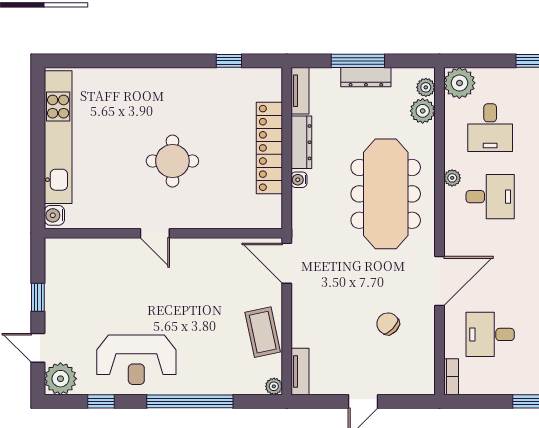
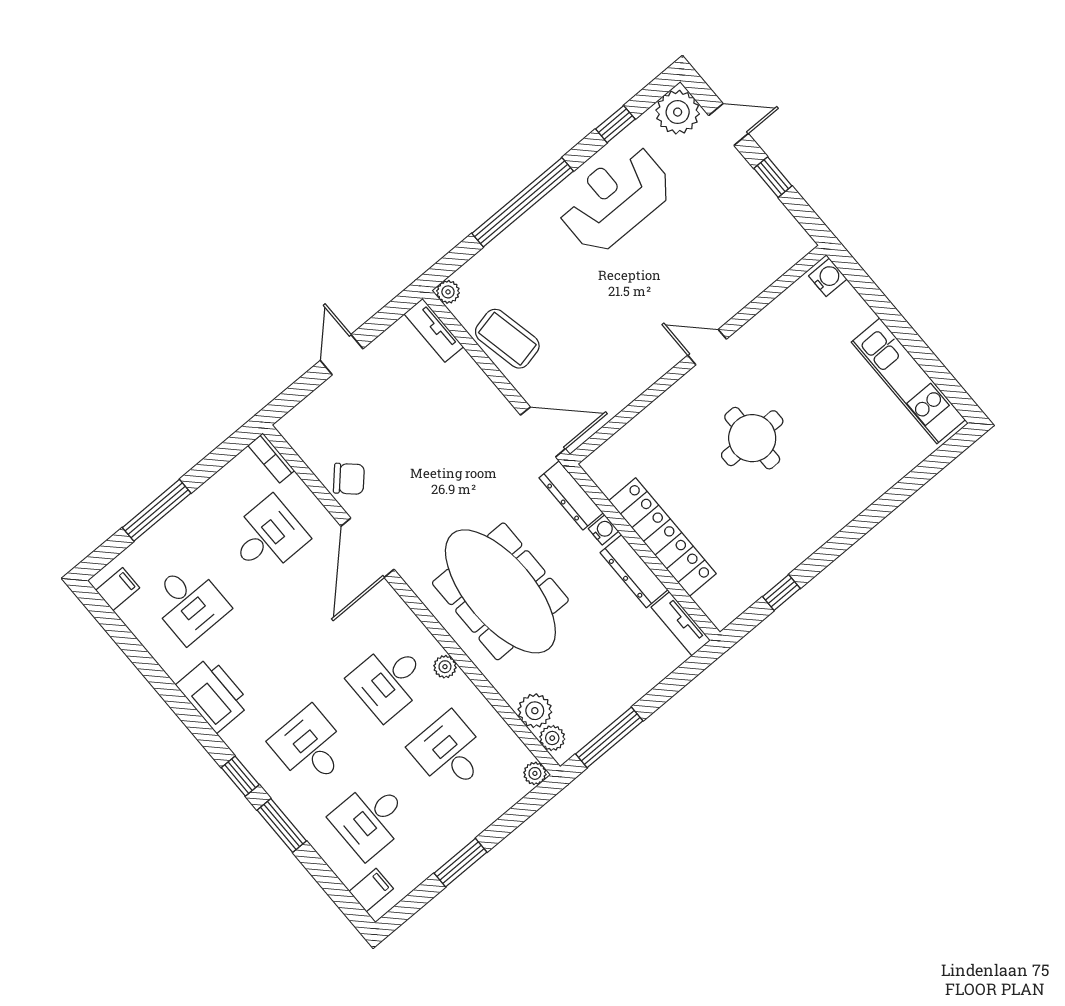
window: (358, 61) -> (609, 737), moved
dresser: (366, 77) -> (571, 495), moved, turned -90
plant: (459, 83) -> (535, 773), width x0.53, depth x0.53
kitchen unit: (58, 137) -> (908, 381), width x0.73
chair: (388, 324) -> (349, 479), moved

